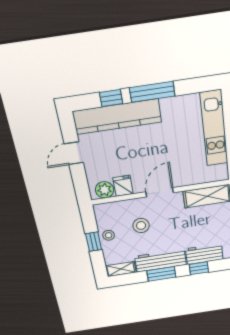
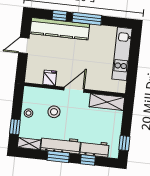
plant: (105, 190) -> (36, 77), removed
window: (94, 242) -> (15, 127), moved

